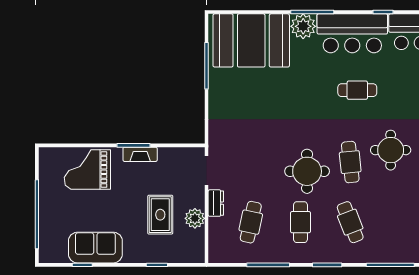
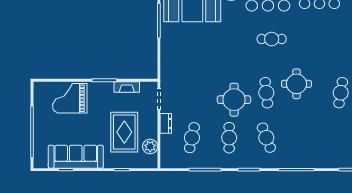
fireplace: (140, 154) -> (127, 87), moved
rug: (160, 215) -> (124, 132), width x1.36, depth x1.43
plant: (195, 218) -> (150, 146), moved
sofa: (95, 248) -> (76, 157), width x1.36

